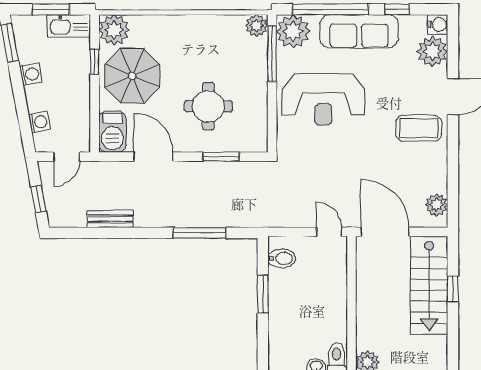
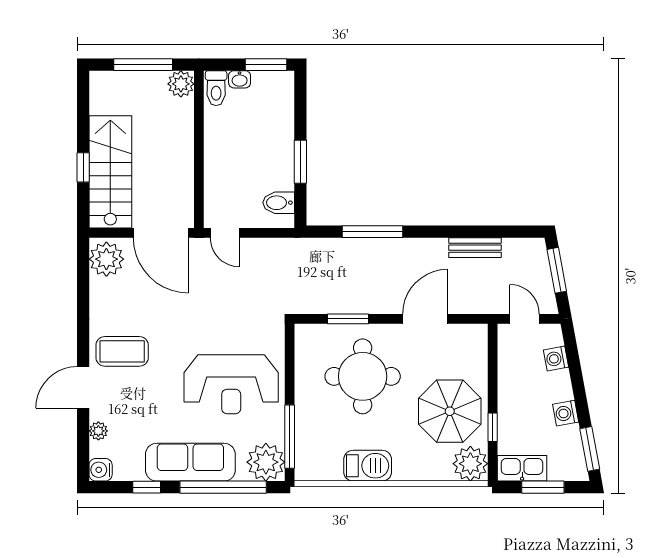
plant: (256, 26) -> (308, 469), removed
plant: (432, 51) -> (98, 431), width x0.53, depth x0.53
reception desk: (323, 99) -> (231, 384), turned 180
round table: (208, 106) -> (363, 376), width x1.36, depth x1.36
barbecue: (112, 132) -> (368, 466), moved, turned 90
door: (67, 157) -> (524, 319), hinge flipped
door: (154, 157) -> (425, 319), swing flipped
window: (39, 199) -> (557, 270), width x1.50
plant: (437, 205) -> (106, 259), width x1.36, depth x1.36

